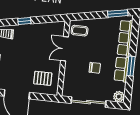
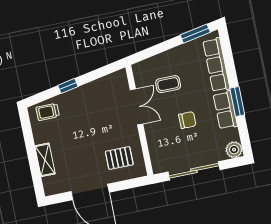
coffee table: (80, 31) -> (168, 84), moved
double door: (64, 49) -> (136, 107), swing flipped

